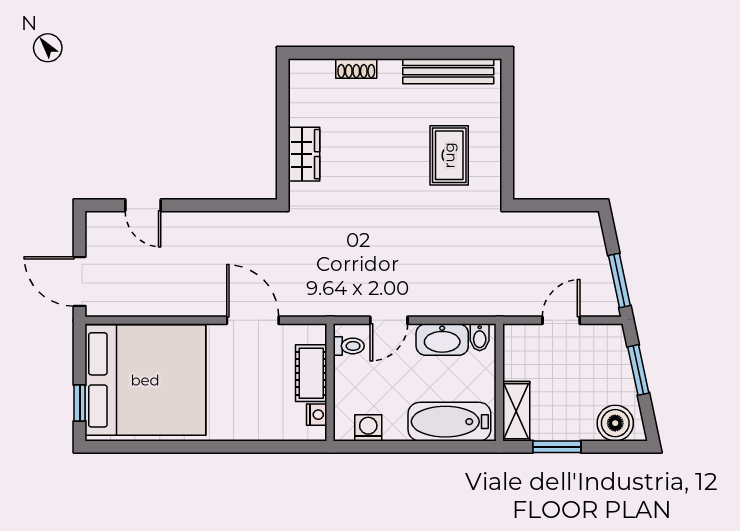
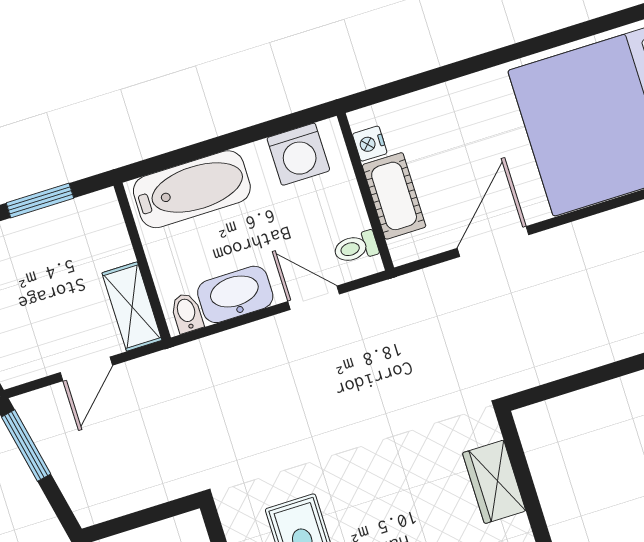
door: (253, 320) -> (493, 241), swing flipped
door: (389, 320) -> (314, 298), hinge flipped
shelving: (516, 411) -> (132, 307), moved
washing machine: (368, 428) -> (298, 154), width x1.38, depth x1.38

